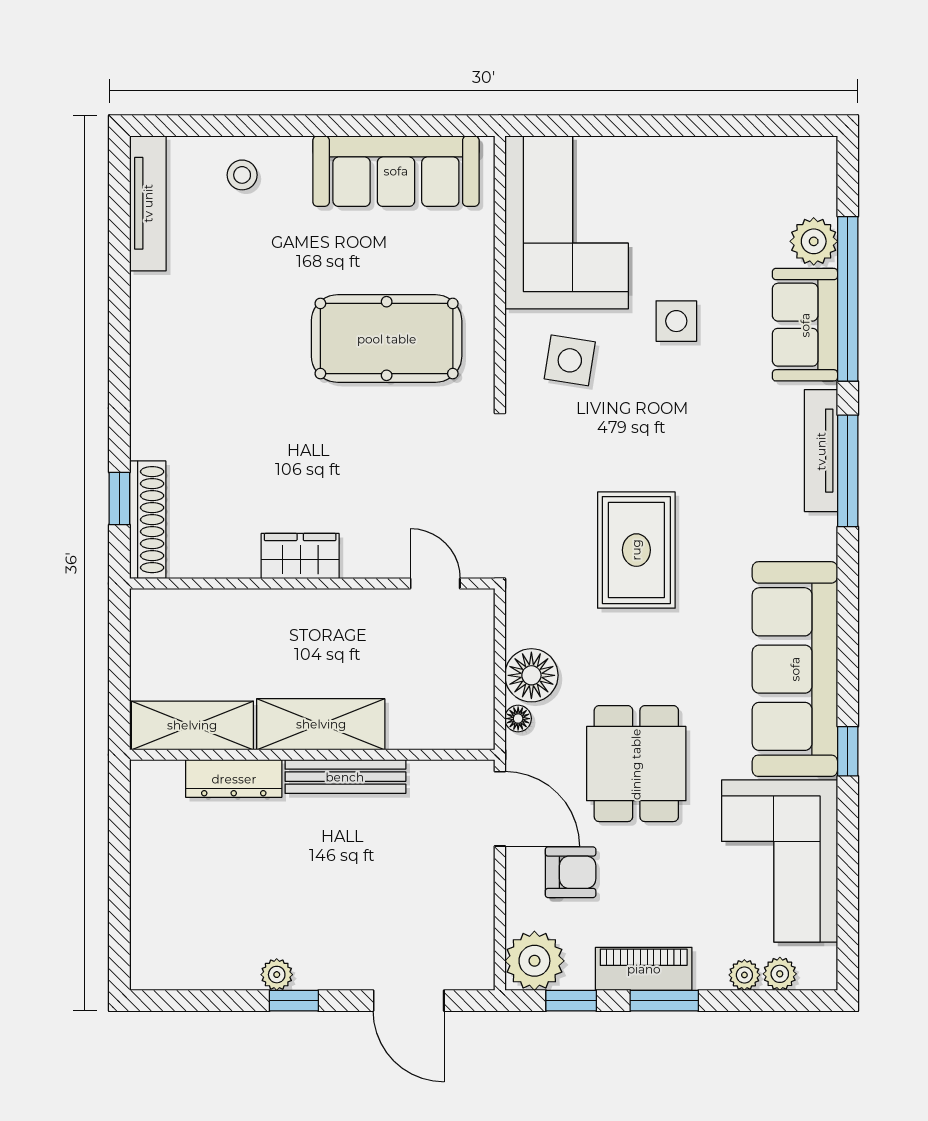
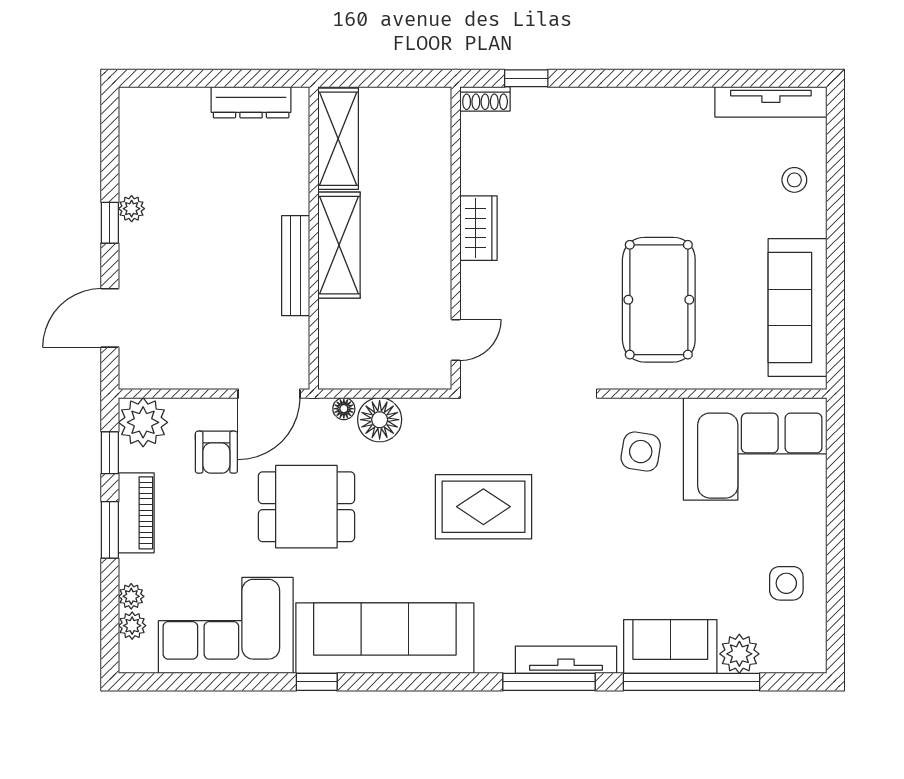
side table: (676, 321) -> (786, 583), moved
shoe rack: (148, 520) -> (485, 99), width x0.51, depth x0.81
dresser: (234, 779) -> (251, 102), moved, turned -90

